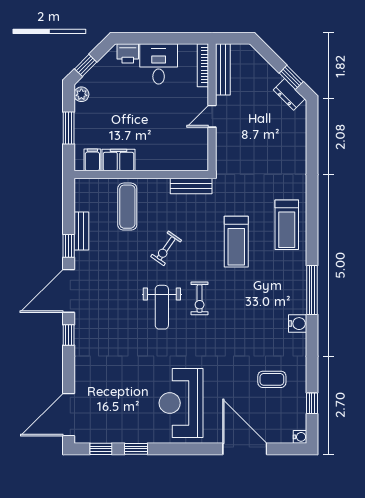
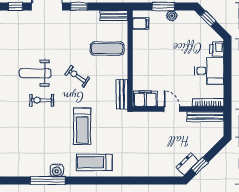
plant: (81, 94) -> (172, 16), moved
filing cabinet: (119, 160) -> (145, 99), moved, turned -90
bench: (81, 231) -> (114, 16), moved
treadmill: (236, 242) -> (82, 126), turned -90
water cooler: (298, 324) -> (57, 170), moved

